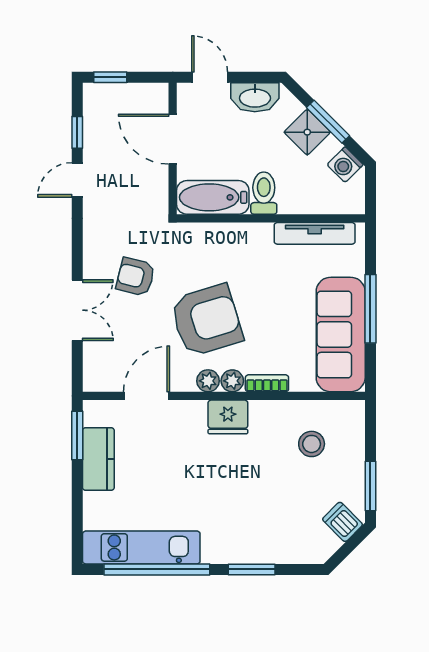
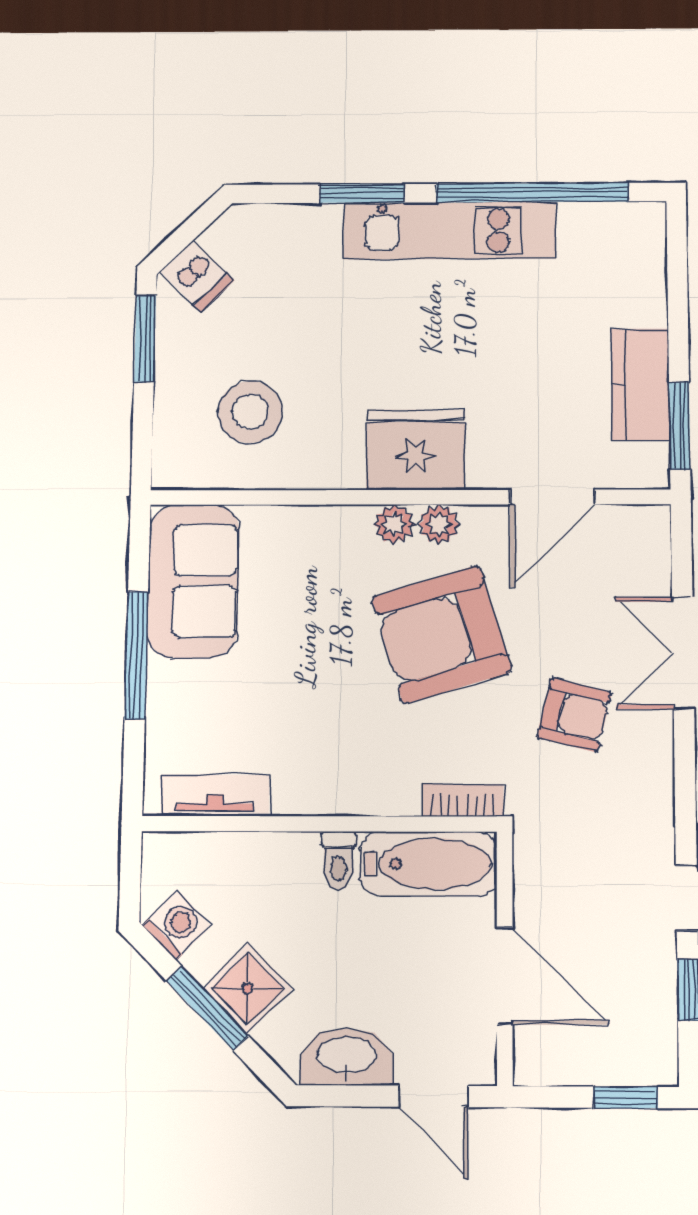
toilet: (264, 193) -> (339, 860), width x0.73, depth x0.72
tv unit: (315, 233) -> (215, 795), width x0.71
sofa: (341, 334) -> (193, 581), width x0.73
bookcase: (267, 383) -> (463, 800), moved, turned 180
fridge: (228, 417) -> (416, 449), width x1.36, depth x1.34
stool: (312, 444) -> (250, 412), width x1.38, depth x1.38
kitchen unit: (141, 547) -> (450, 231), moved

